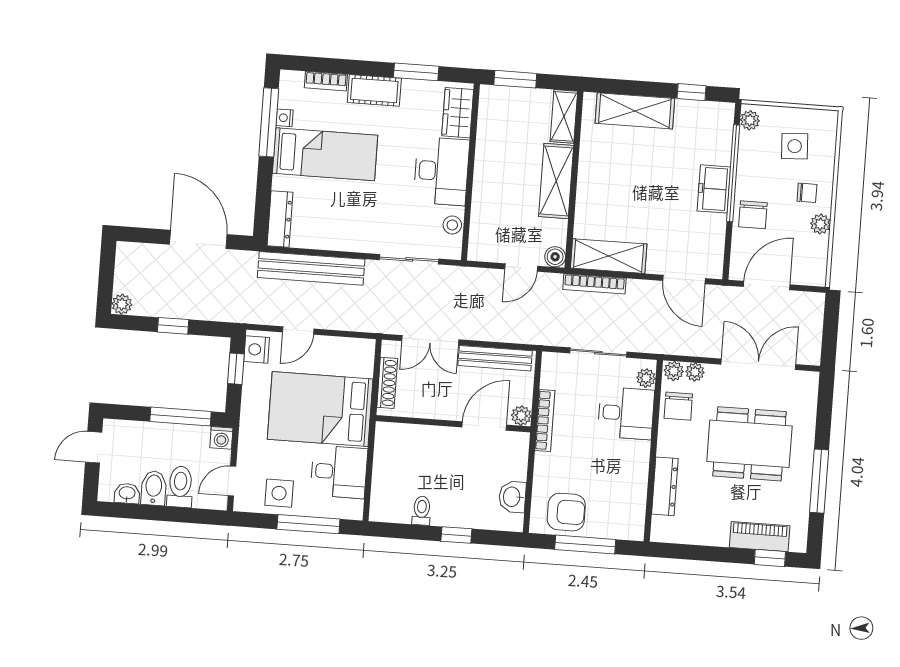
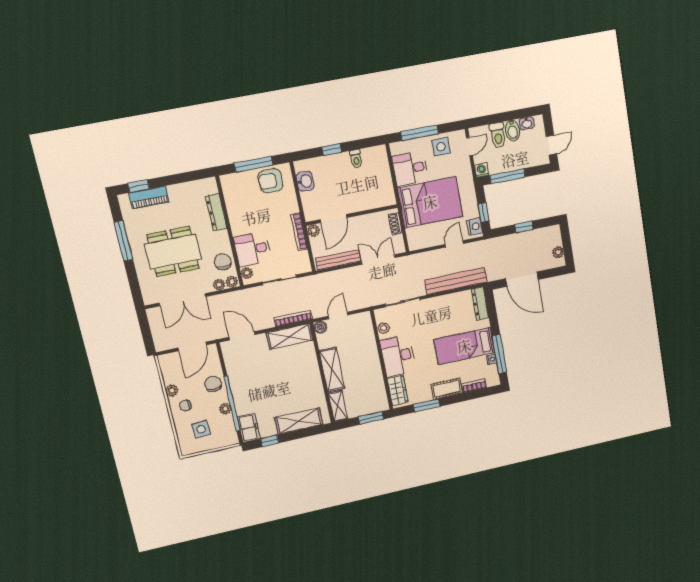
plant: (750, 120) -> (225, 409), moved
freezer: (714, 189) -> (249, 428), moved
plant: (122, 304) -> (558, 252), moved
shoe rack: (387, 383) -> (395, 224), width x0.70

